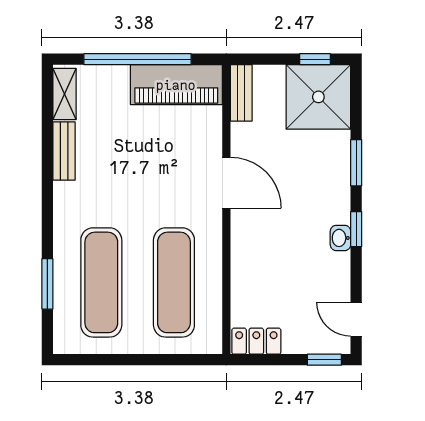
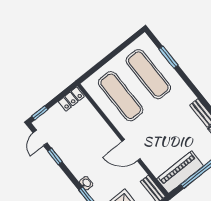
window: (356, 229) -> (55, 156), moved
washbasin: (340, 238) -> (86, 183), moved
door: (356, 319) -> (40, 138), swing flipped

